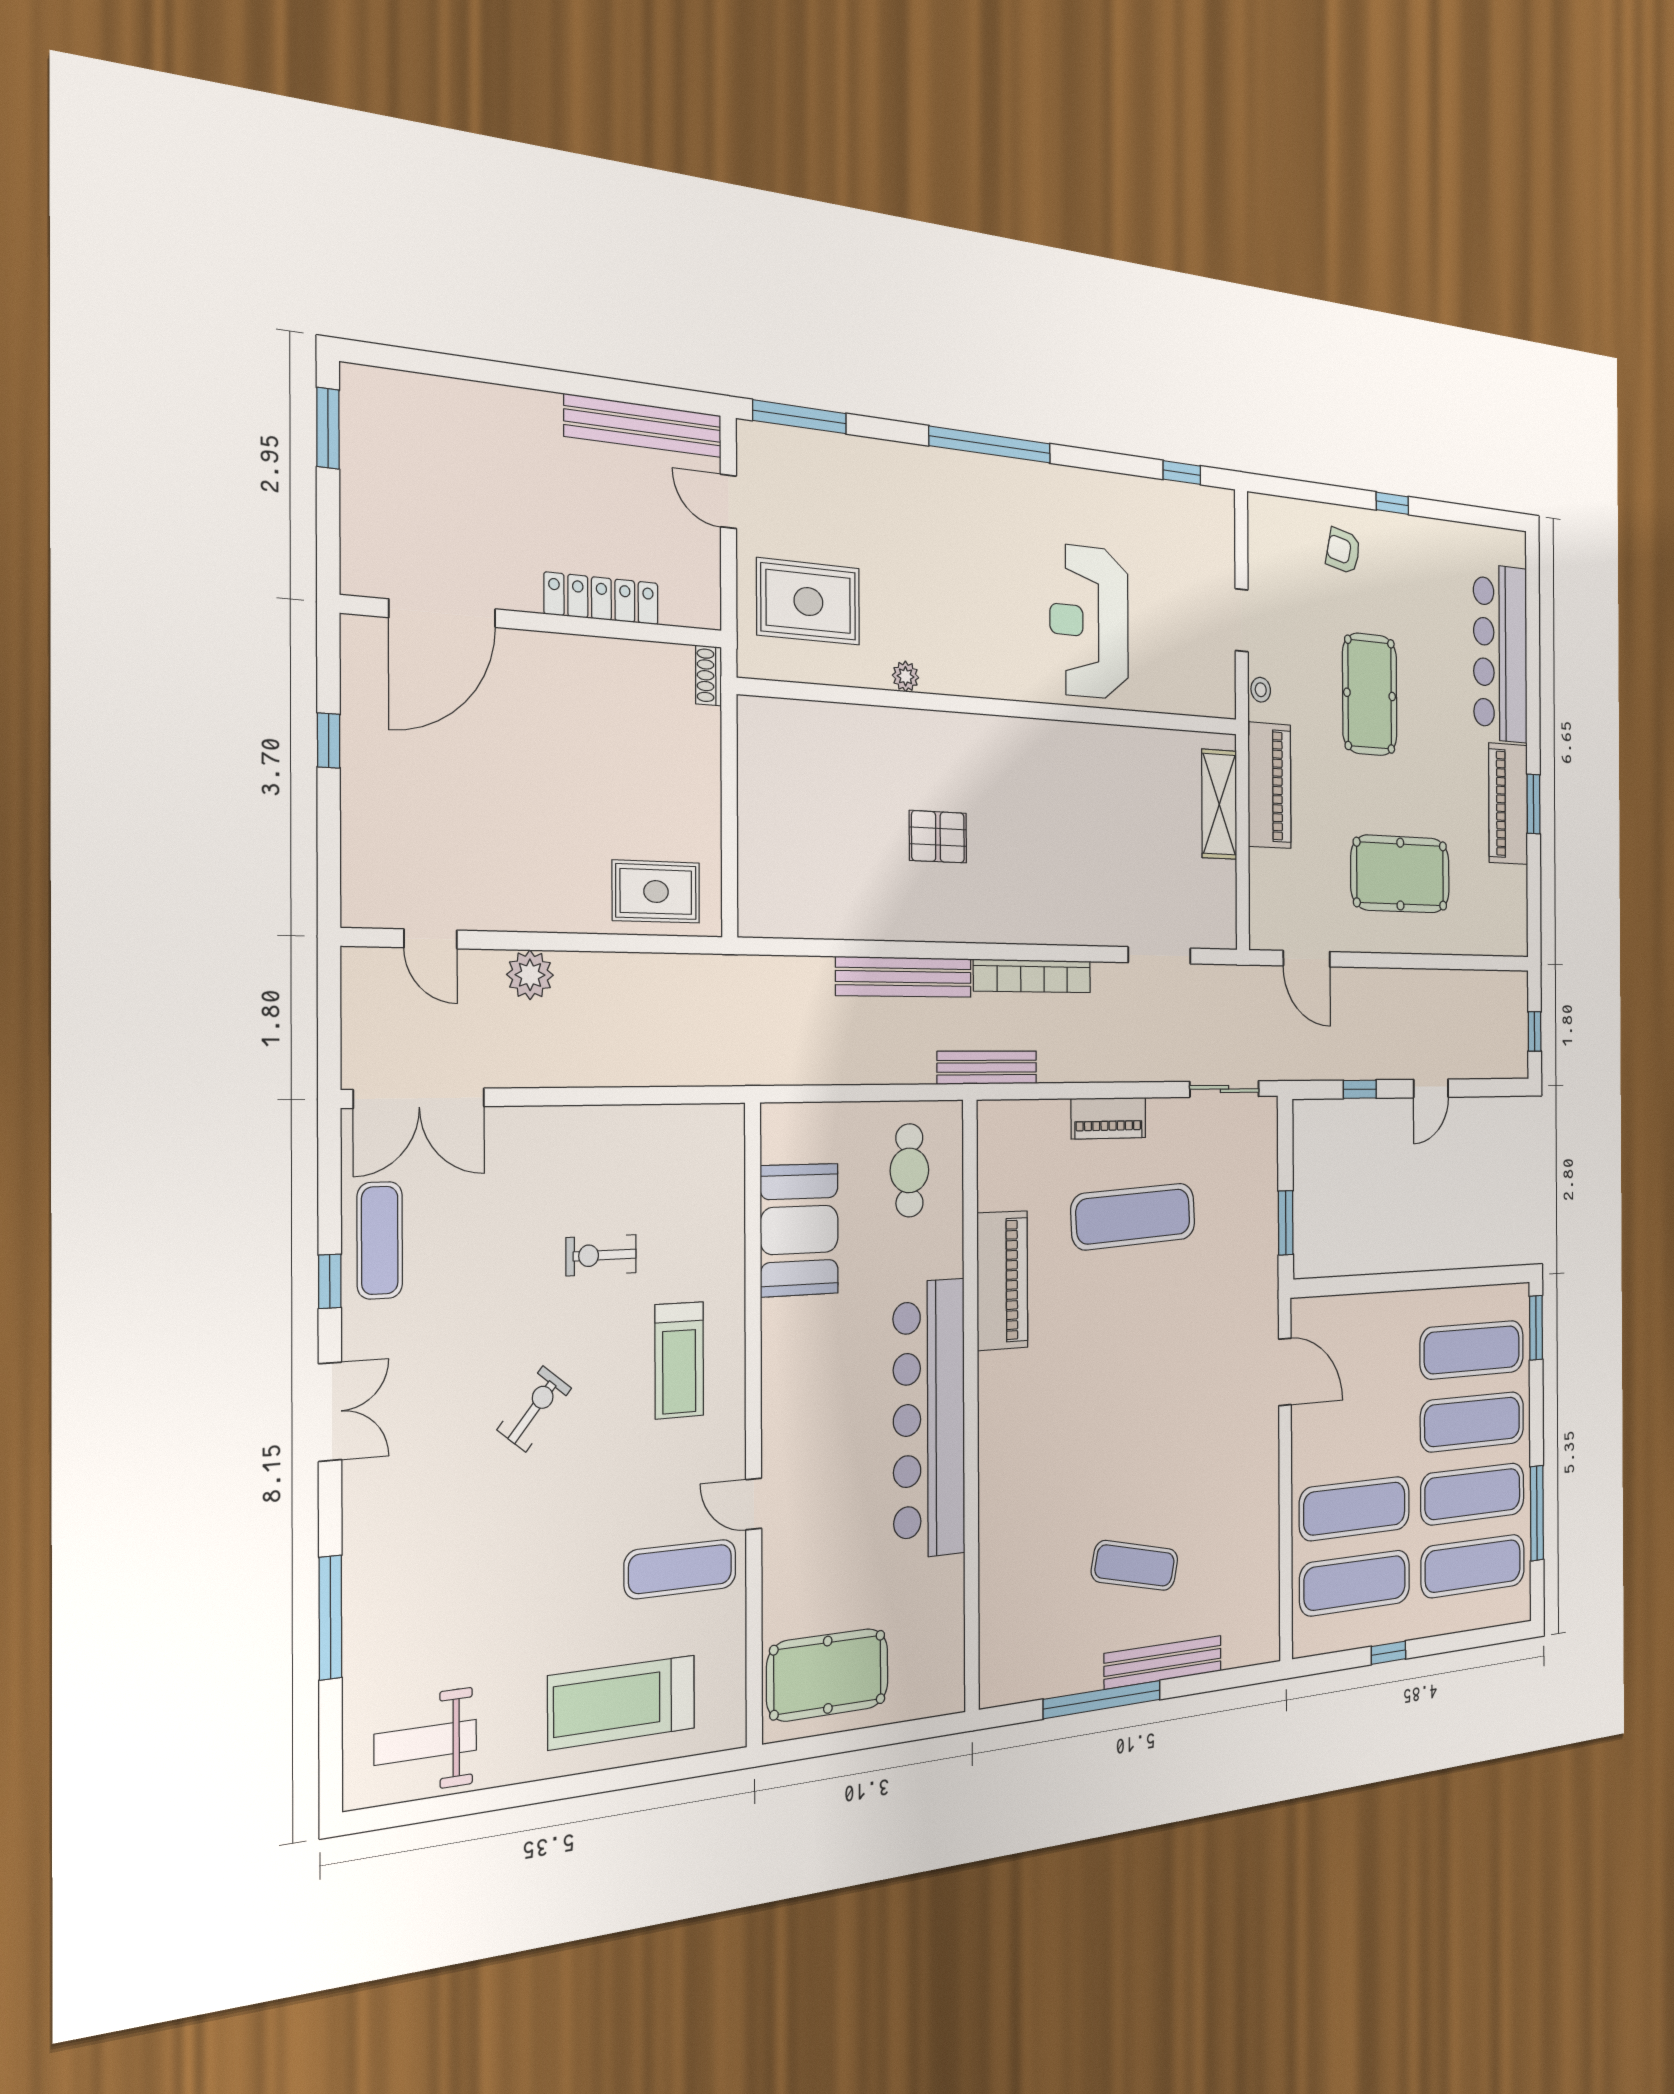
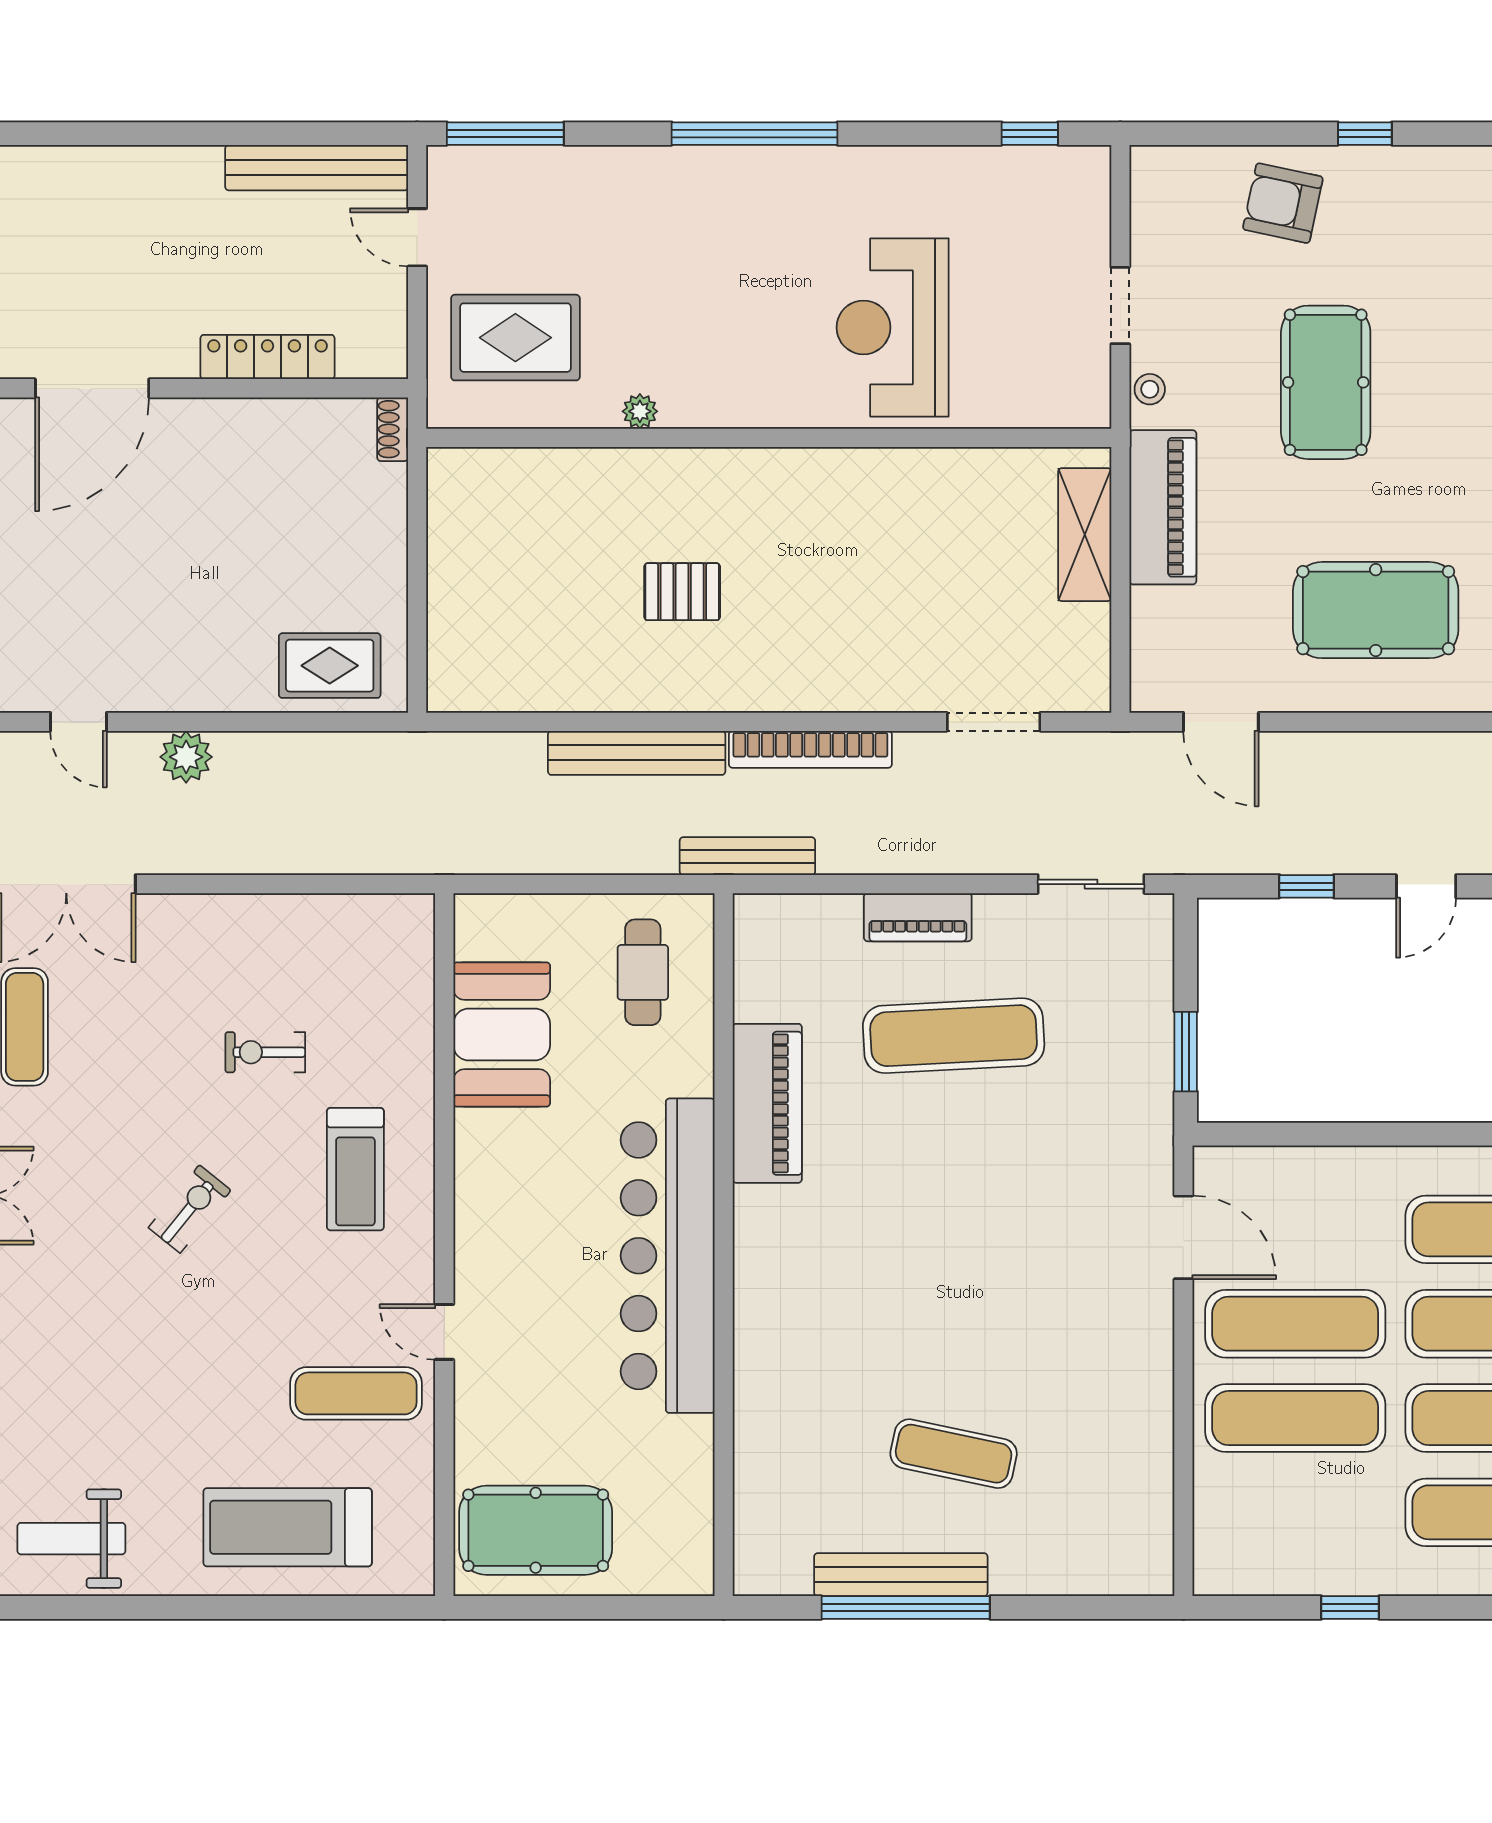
armchair: (1343, 551) -> (1283, 203), width x1.38, depth x1.38
exercise mat: (1355, 1583) -> (1295, 1324), moved
bench: (1163, 1662) -> (901, 1575), moved

